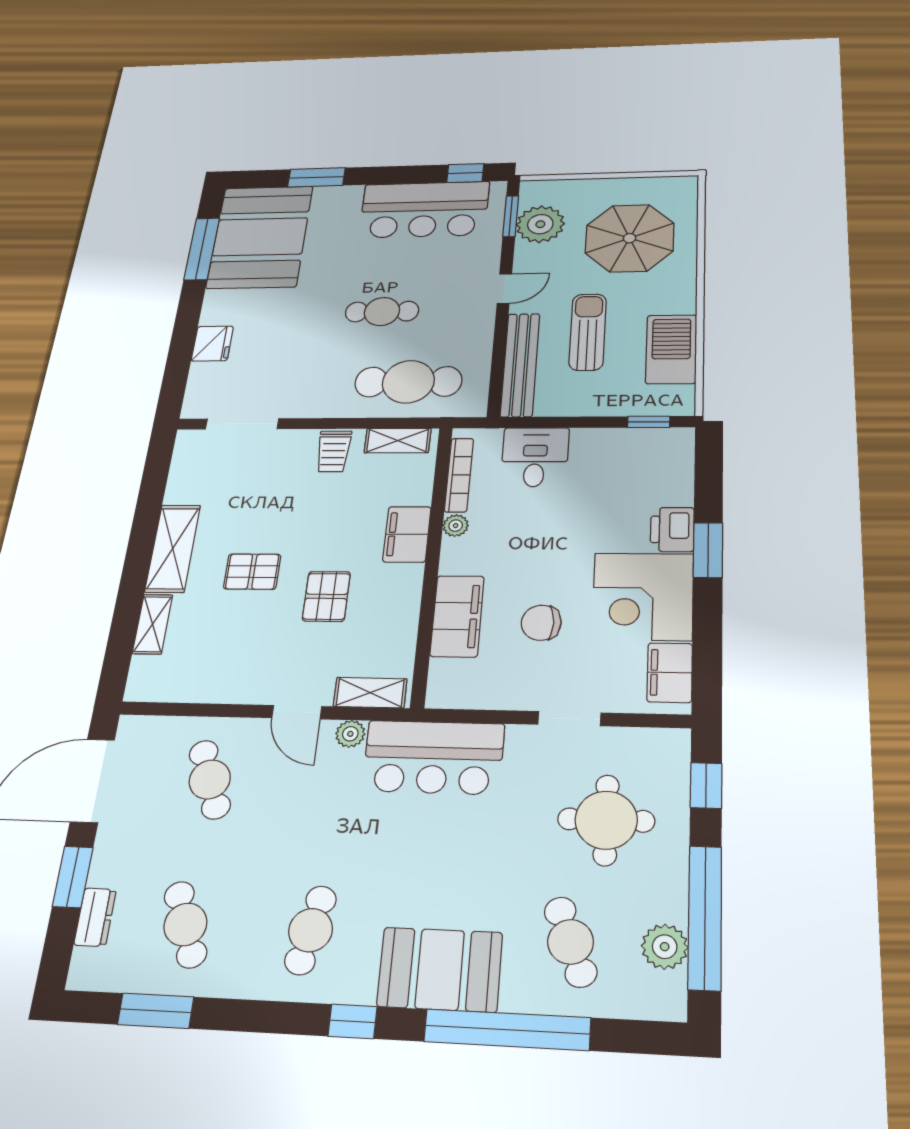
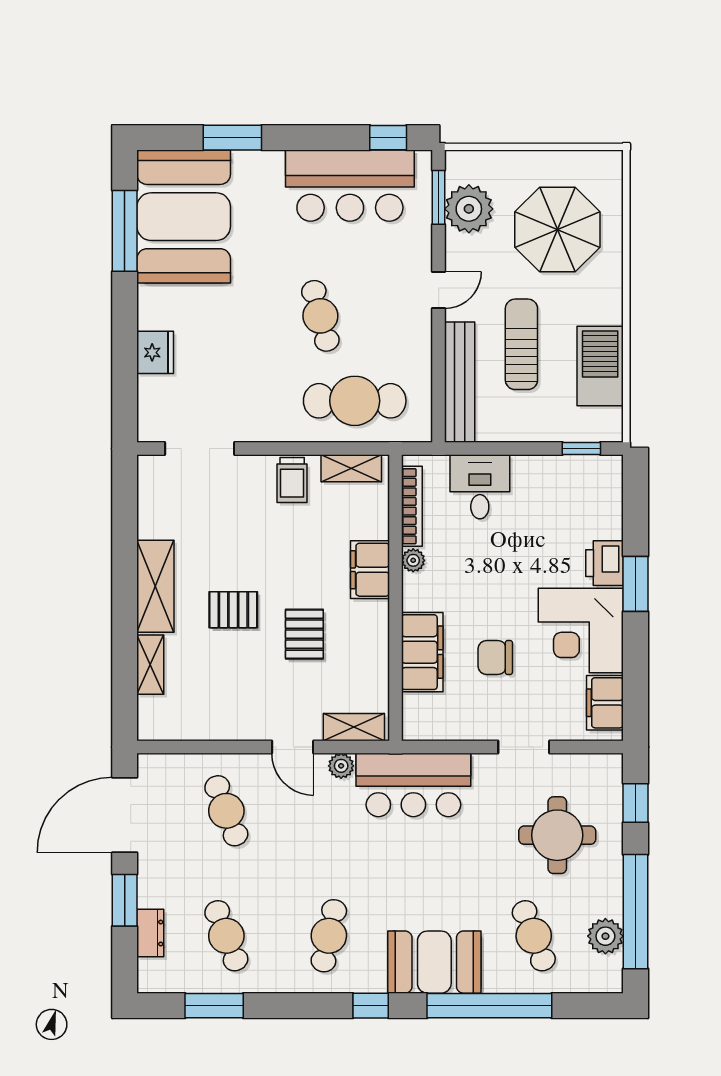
cafe table: (382, 312) -> (320, 316), turned 75

